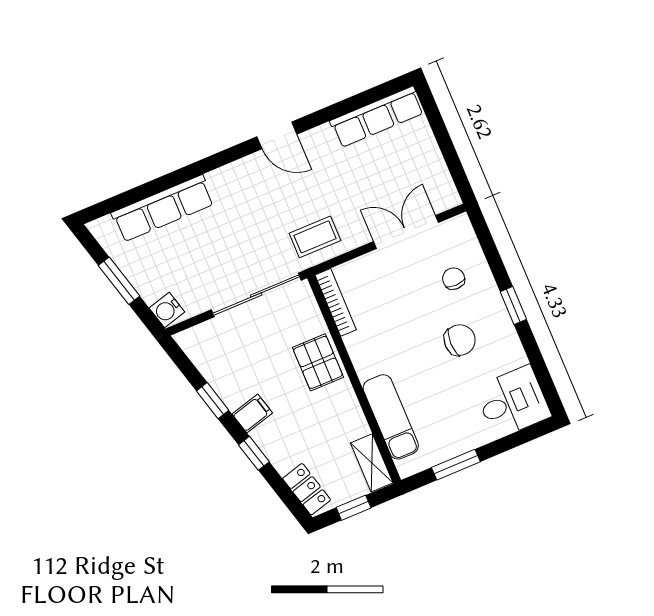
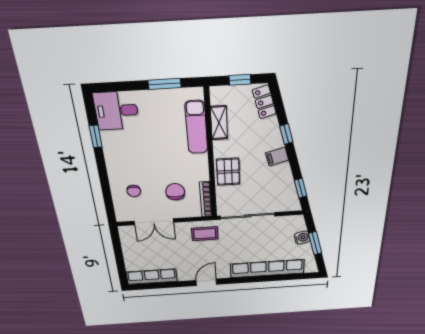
door: (277, 135) -> (206, 282), hinge flipped
row of seats: (163, 208) -> (267, 268), width x1.36
window: (513, 305) -> (96, 136), moved
water cooler: (167, 310) -> (302, 238), moved
chair: (460, 340) -> (175, 192), moved, turned 90
window: (213, 401) -> (301, 188), moved
shelving: (372, 463) -> (219, 123), moved

